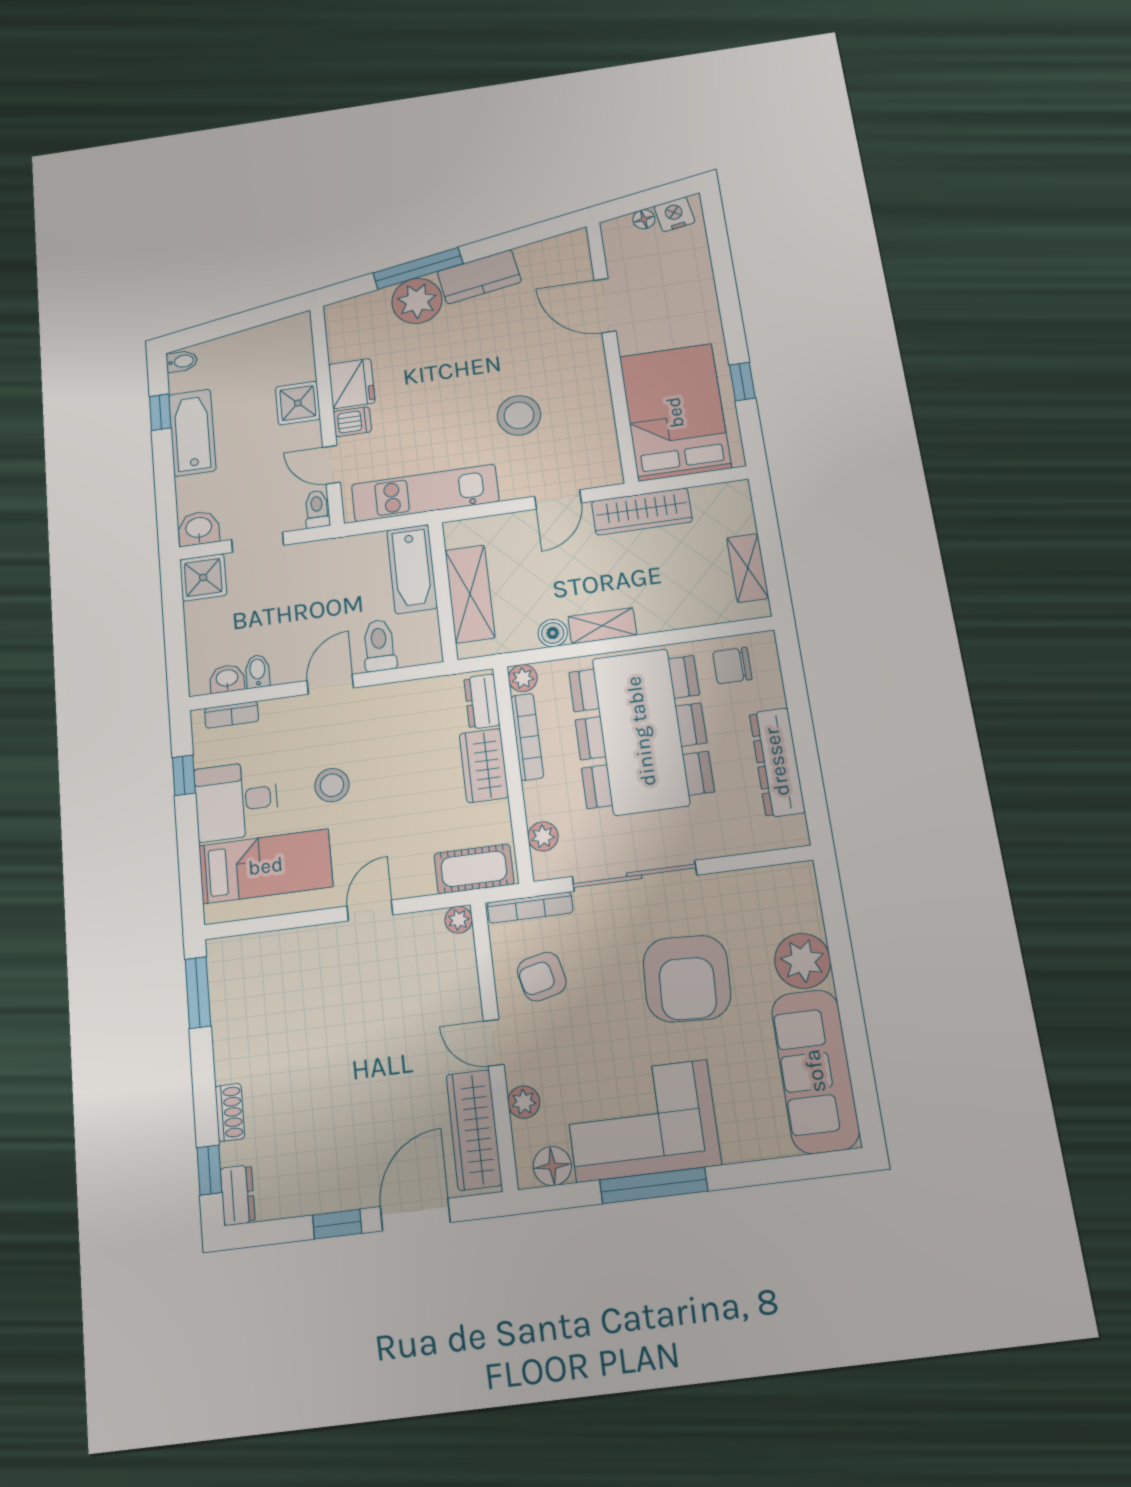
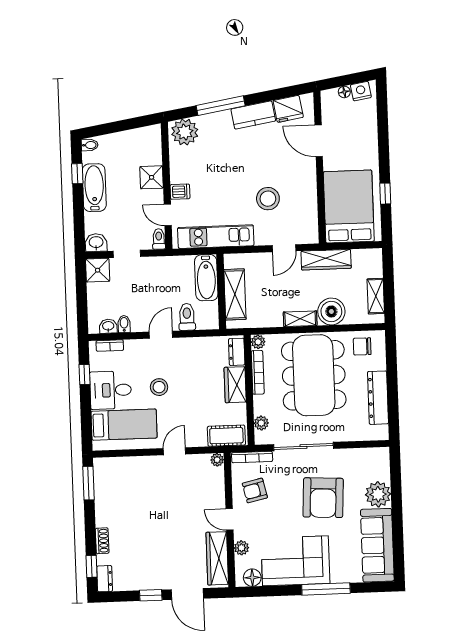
plant: (417, 301) -> (185, 132), moved
fridge: (352, 384) -> (288, 109), moved, turned 81
boiler: (553, 633) -> (331, 311), moved, width x1.86, depth x1.86
window: (654, 1185) -> (326, 589), moved
door: (415, 1215) -> (187, 594), swing flipped

